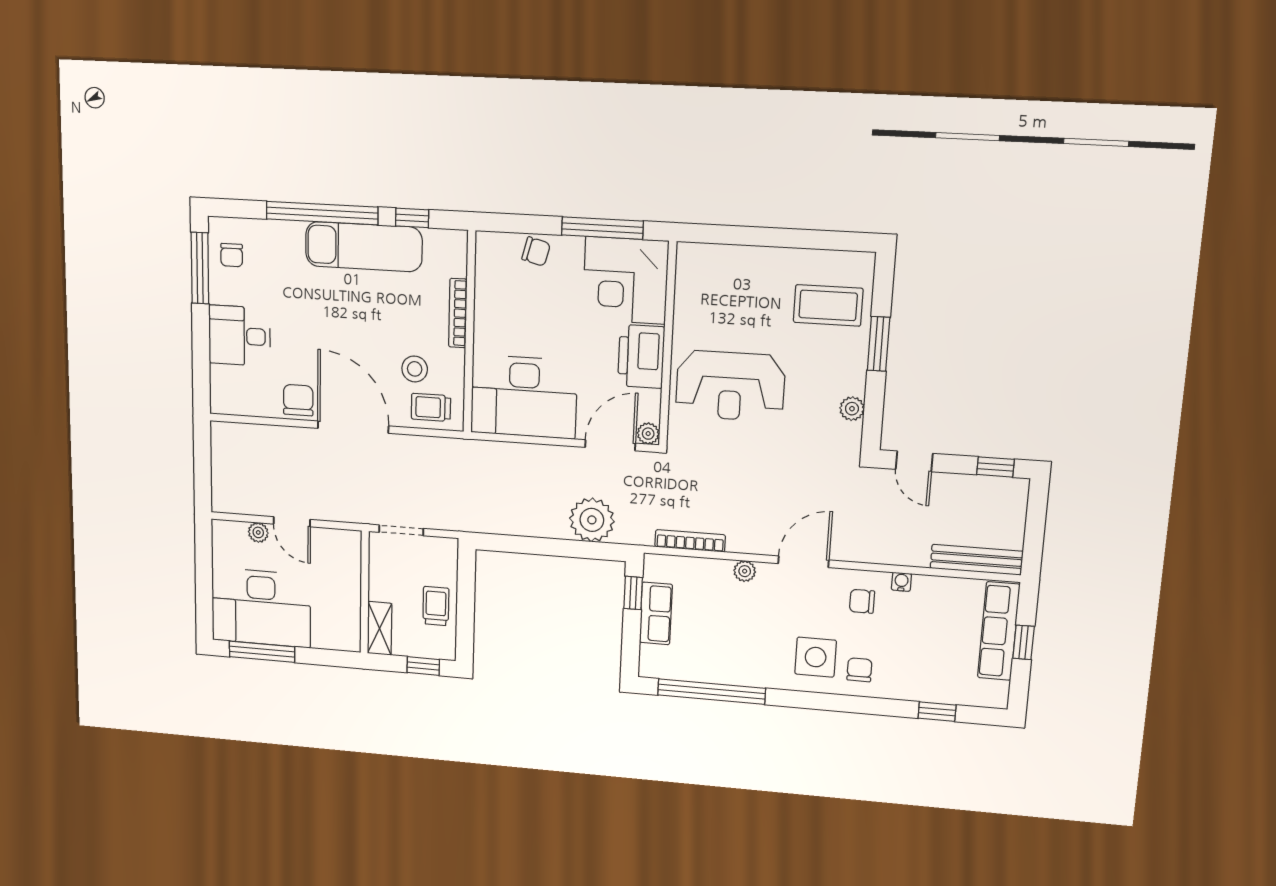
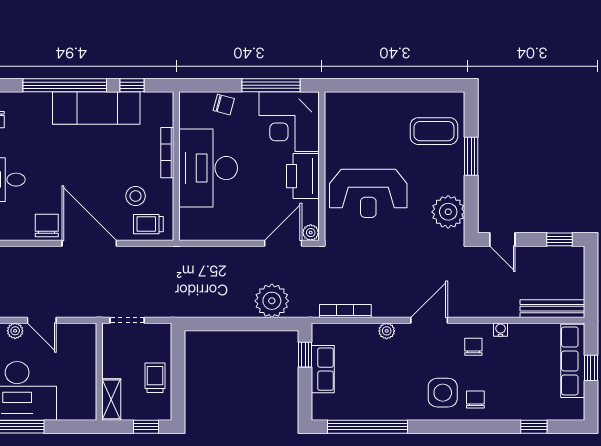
desk: (524, 397) -> (208, 168), moved, turned 90
plant: (852, 409) -> (448, 212), width x1.87, depth x1.87
chair: (862, 601) -> (473, 347), turned 90

